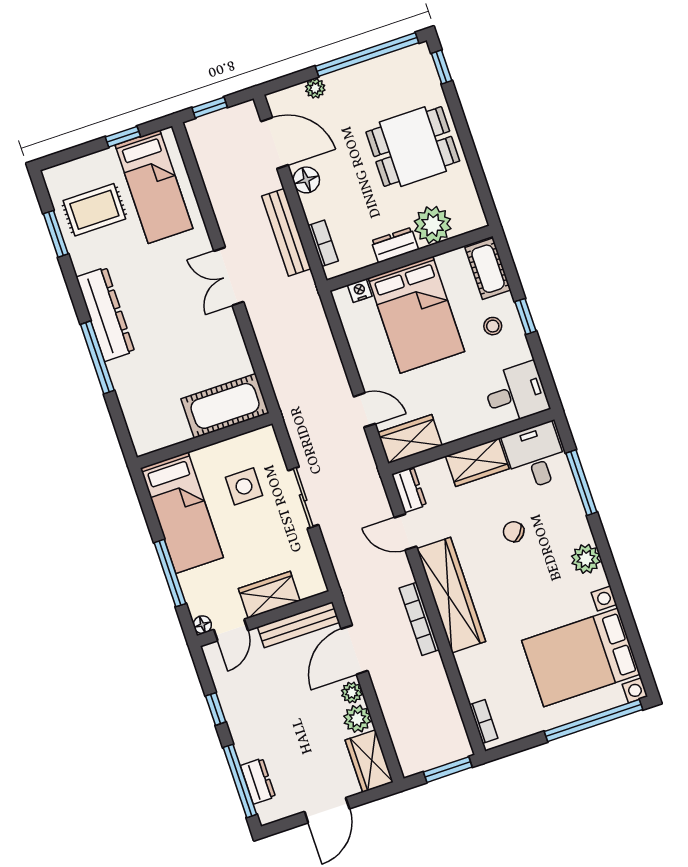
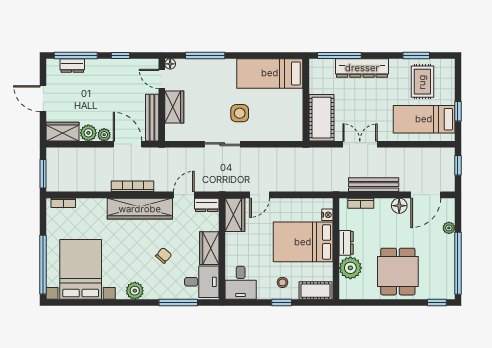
cot: (225, 406) -> (321, 118), moved
wall: (205, 441) -> (306, 100), moved
bed: (182, 513) -> (270, 73), moved

